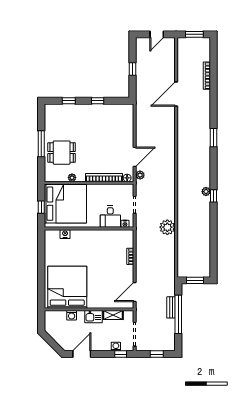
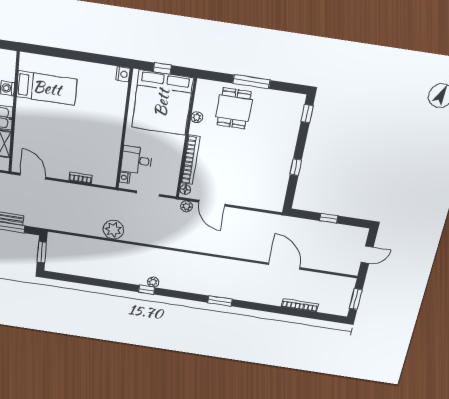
door: (157, 34) -> (367, 255), swing flipped
window: (69, 101) -> (307, 114), moved
nightstand: (65, 234) -> (123, 74), moved
bed: (67, 287) -> (47, 88), width x0.49

